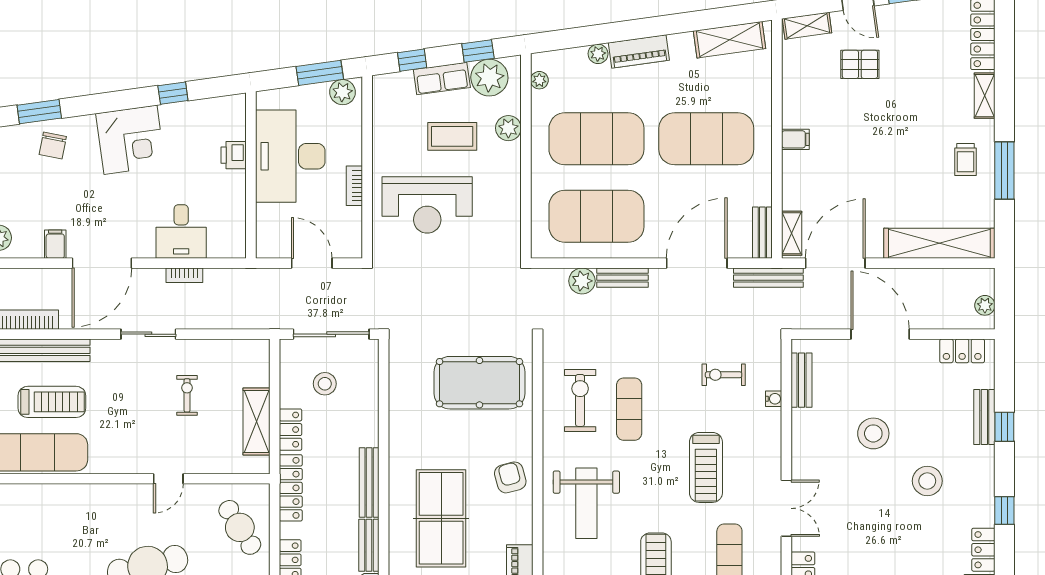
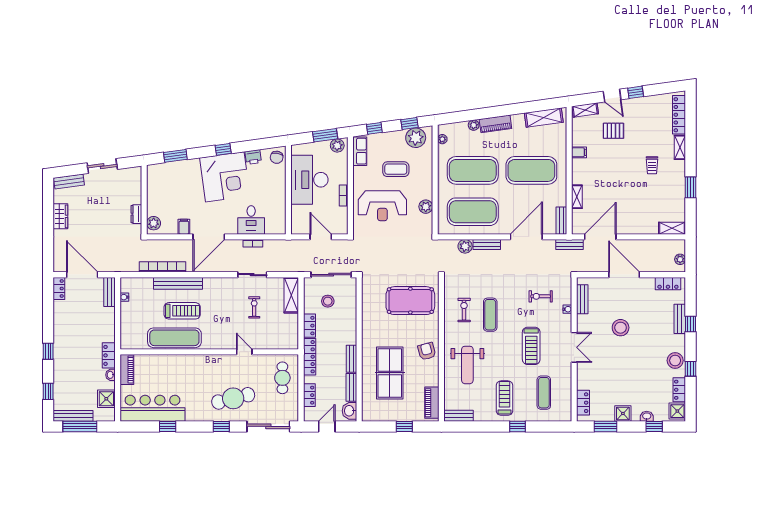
row of seats: (442, 79) -> (360, 151), moved, turned -82
window: (173, 93) -> (223, 149), moved
plant: (508, 128) -> (426, 207), moved
filing cabinet: (795, 139) -> (579, 152), moved
corner desk: (130, 140) -> (225, 177), width x1.36, depth x1.36
chair: (53, 146) -> (277, 157), moved
printer: (234, 155) -> (253, 157), moved, turned -98
trolley: (965, 159) -> (652, 165), moved
window: (1004, 171) -> (690, 187), width x0.69
shelving: (792, 233) -> (577, 197), moved
shelving: (939, 243) -> (672, 228), width x0.45, depth x0.75
bench: (768, 278) -> (570, 245), width x0.73
sliding door: (148, 334) -> (252, 275), moved
exercise bike: (580, 400) -> (464, 310), width x0.73, depth x0.72
shelving: (256, 421) -> (291, 295), moved
door: (168, 479) -> (244, 352), swing flipped
stool: (927, 481) -> (675, 360), moved
bench: (369, 483) -> (351, 359), width x0.73
double door: (786, 508) -> (574, 347), moved
cafe table: (240, 527) -> (282, 378), turned 32

